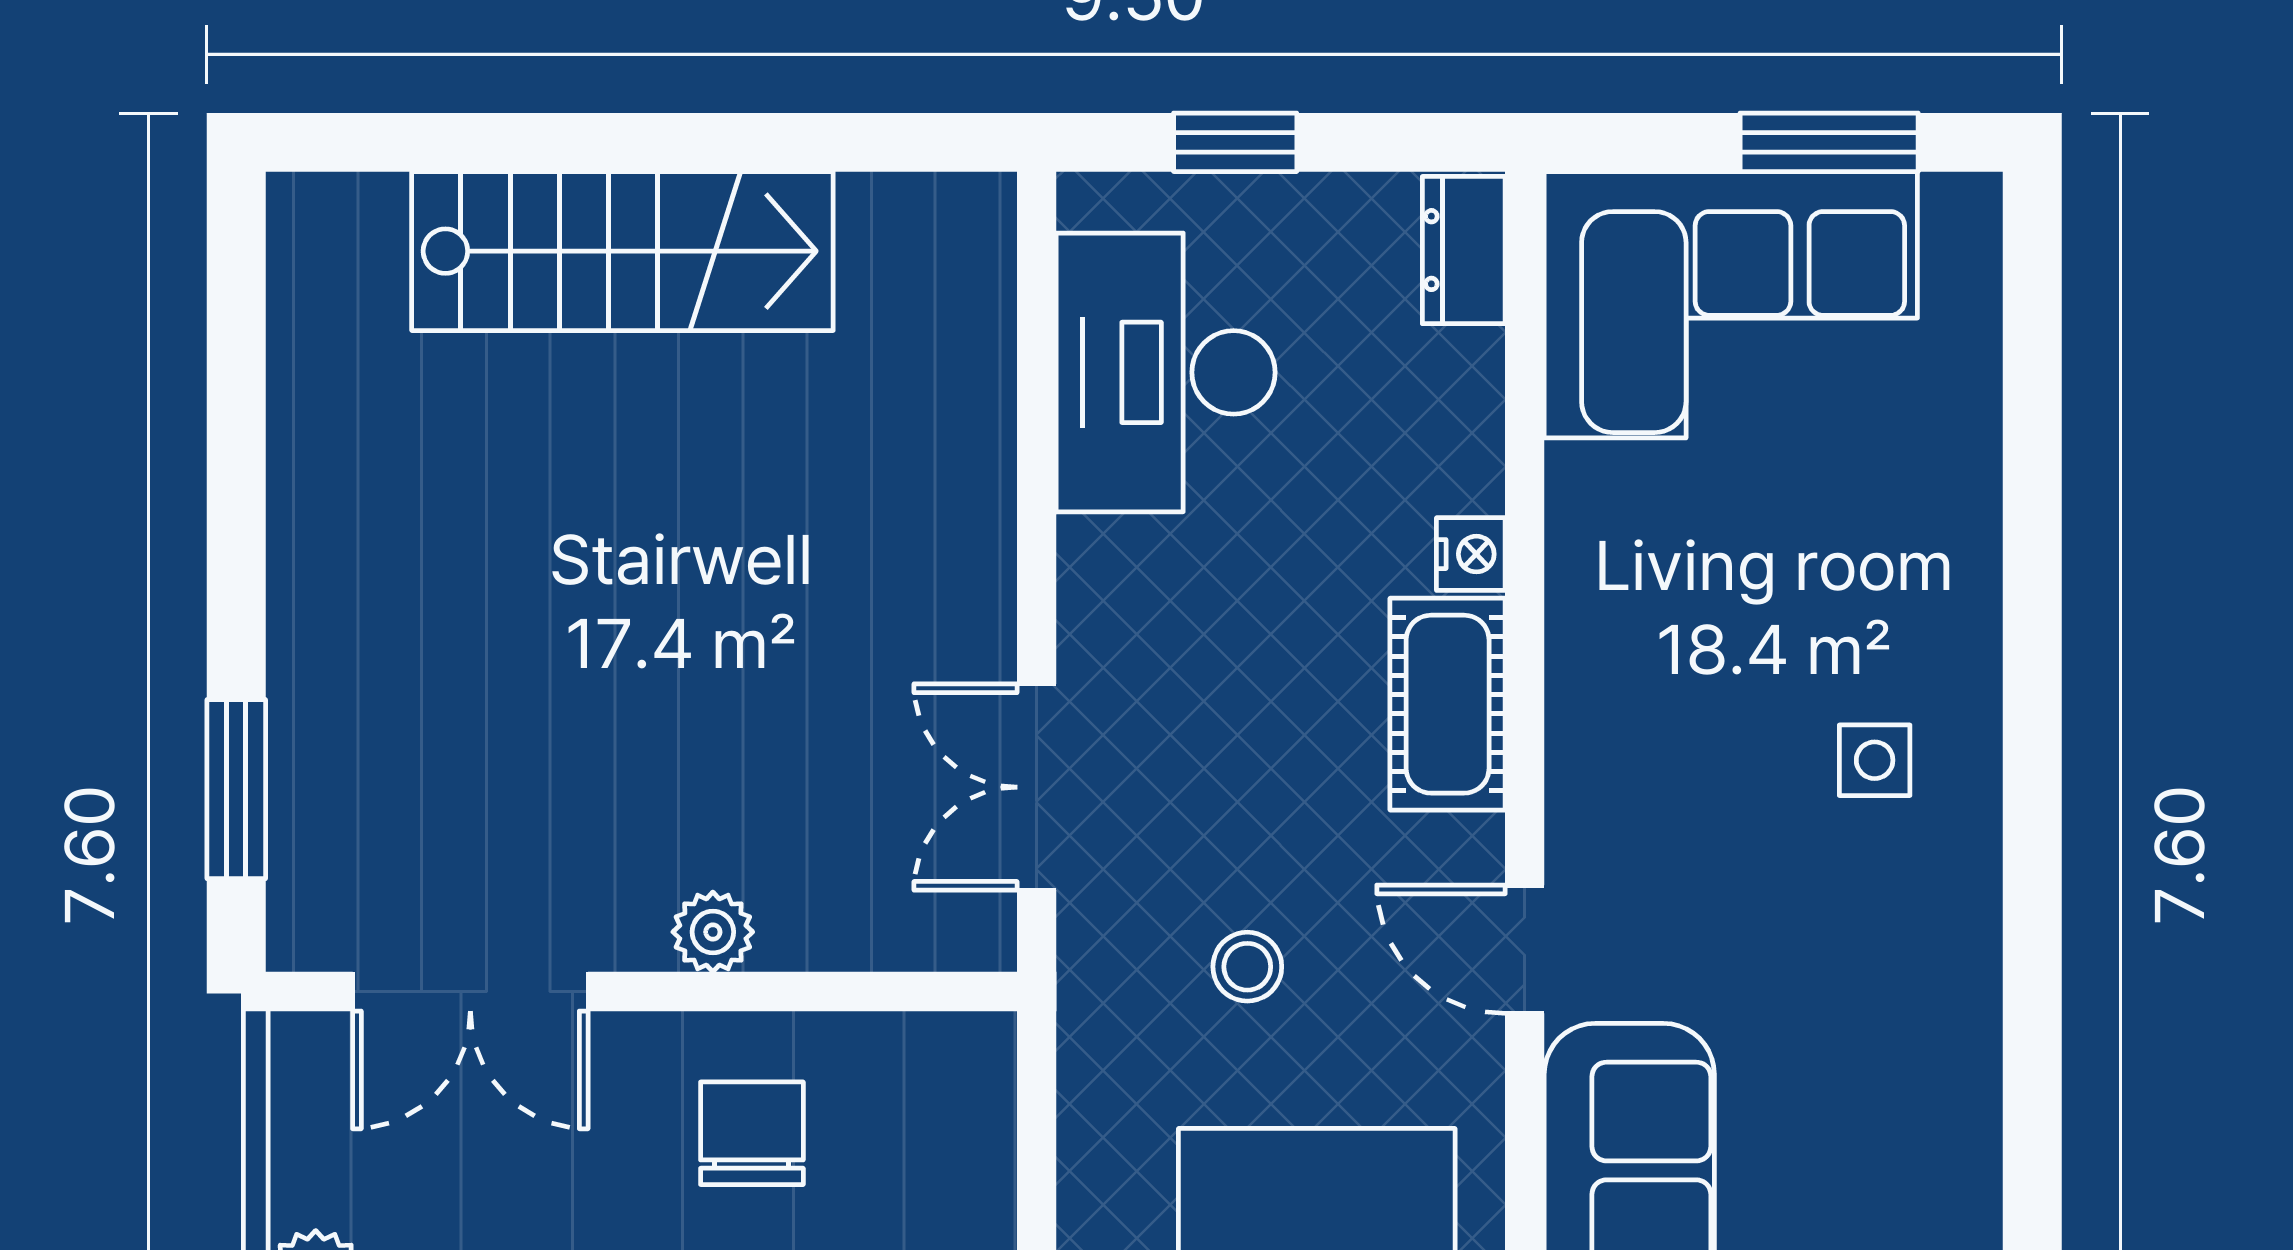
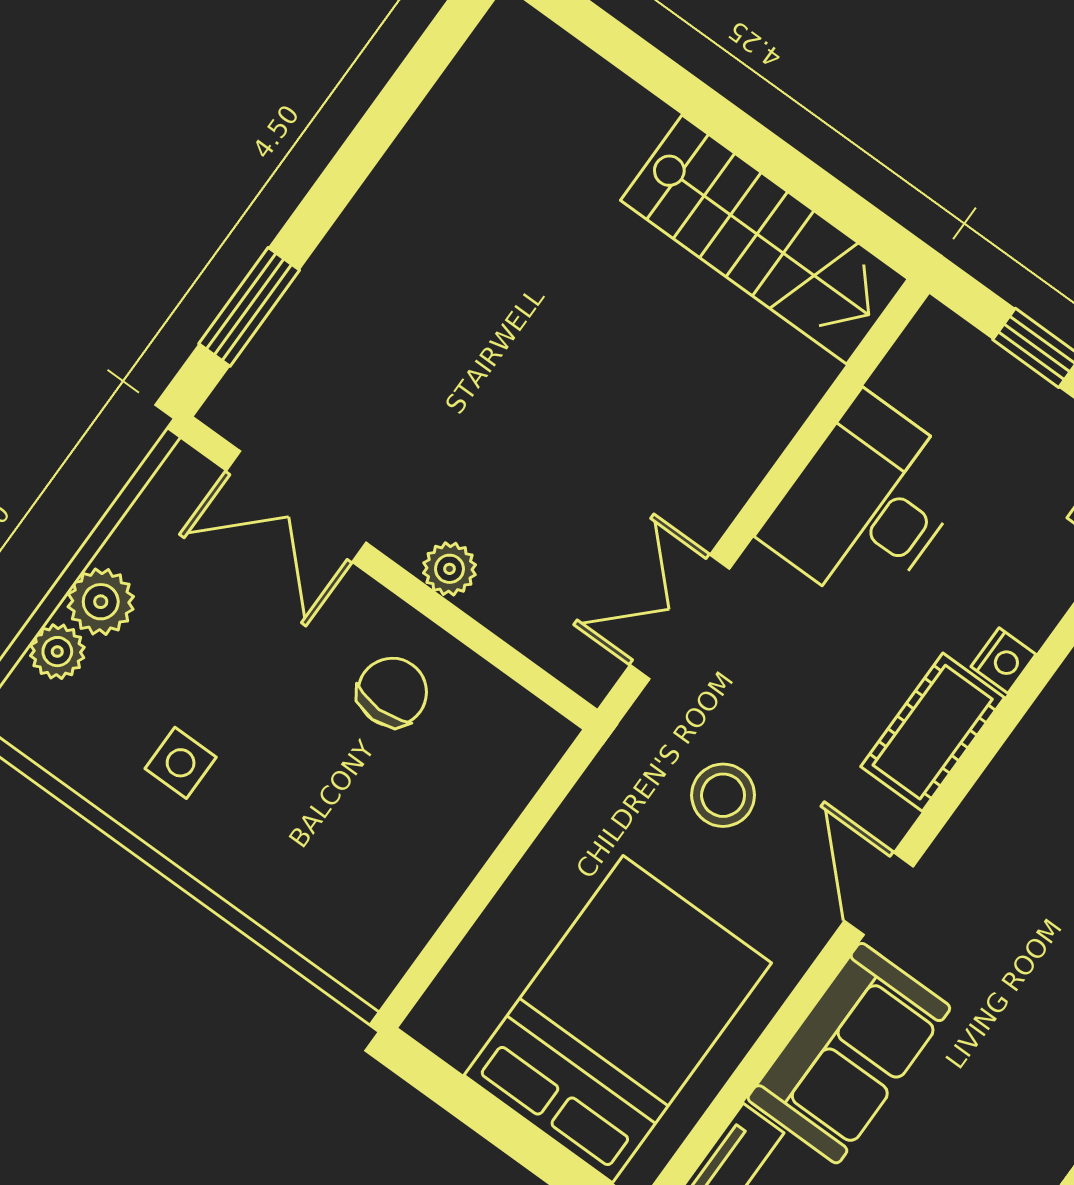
stairs: (622, 251) -> (764, 240), moved
desk: (1166, 372) -> (867, 504), moved
stool: (1247, 967) -> (723, 795), width x1.37, depth x1.37

